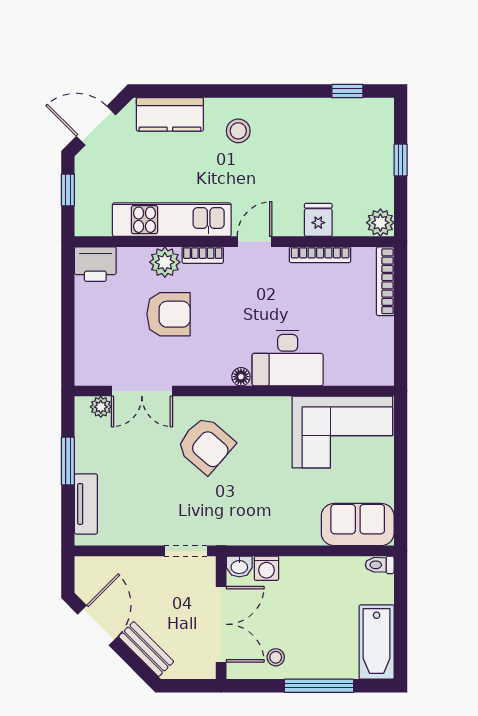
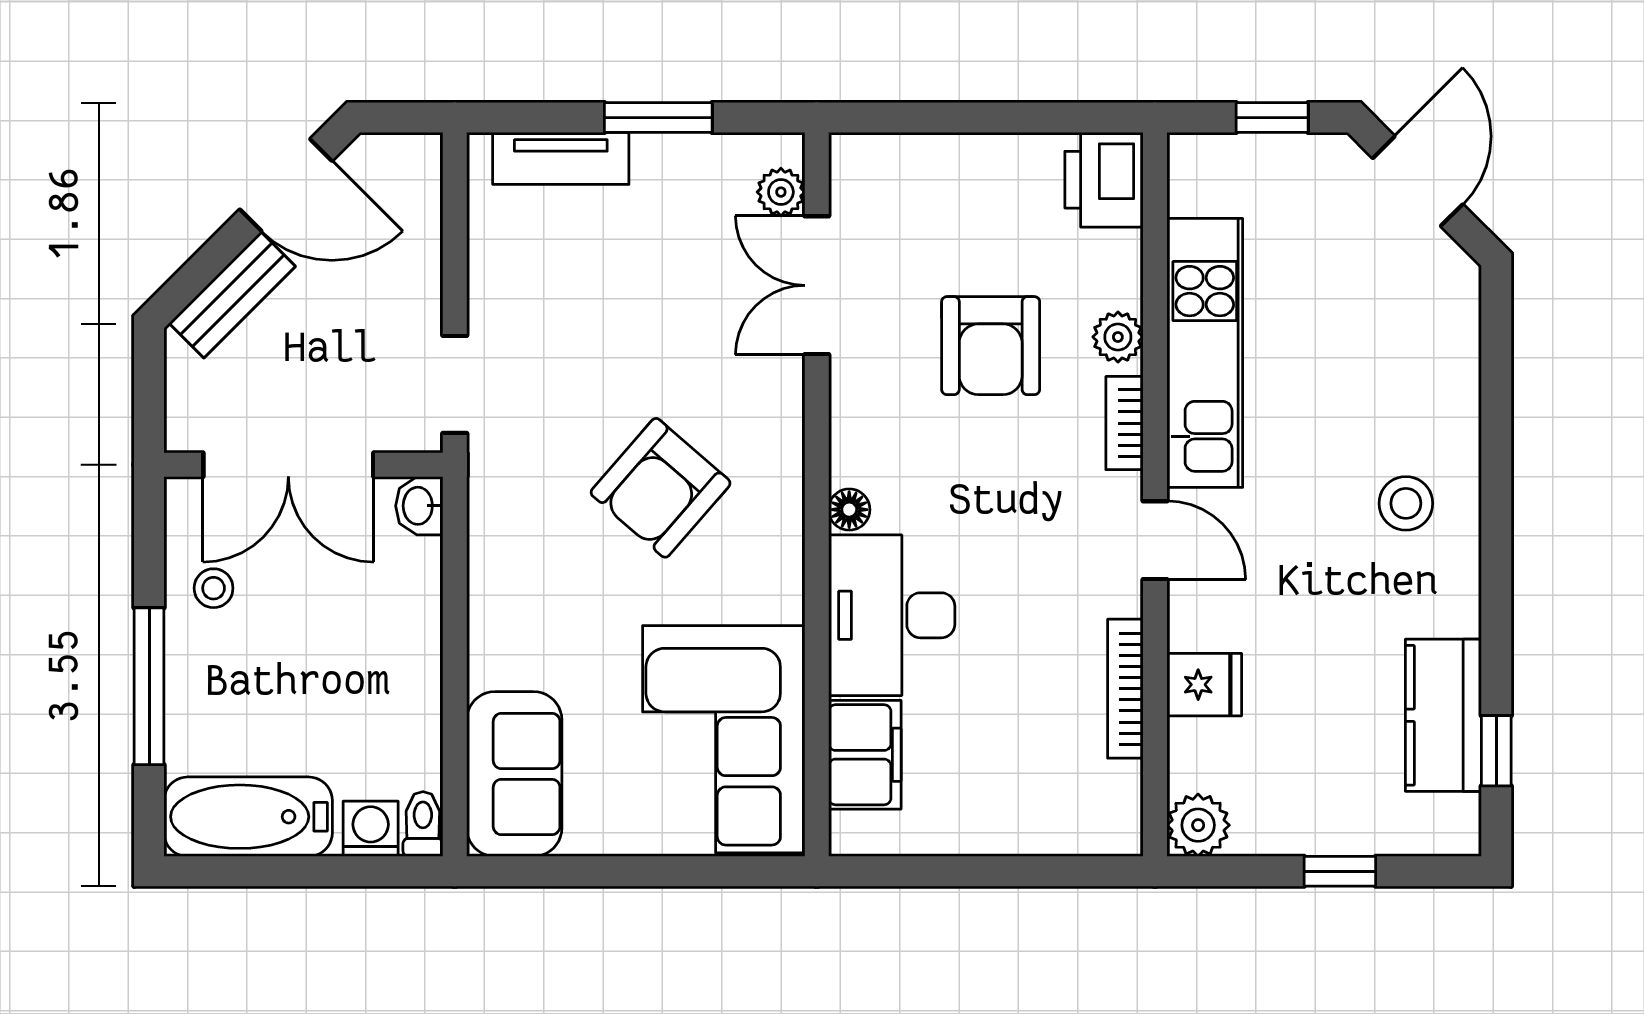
kitchen counter: (170, 114) -> (1443, 715), moved
plant: (165, 262) -> (1118, 337), width x0.73, depth x0.73
bookcase: (385, 281) -> (1065, 836), removed
filing cabinet: (349, 370) -> (865, 755), added
armchair: (206, 445) -> (661, 488), moved
washing machine: (266, 568) -> (371, 829), moved, turned 90

